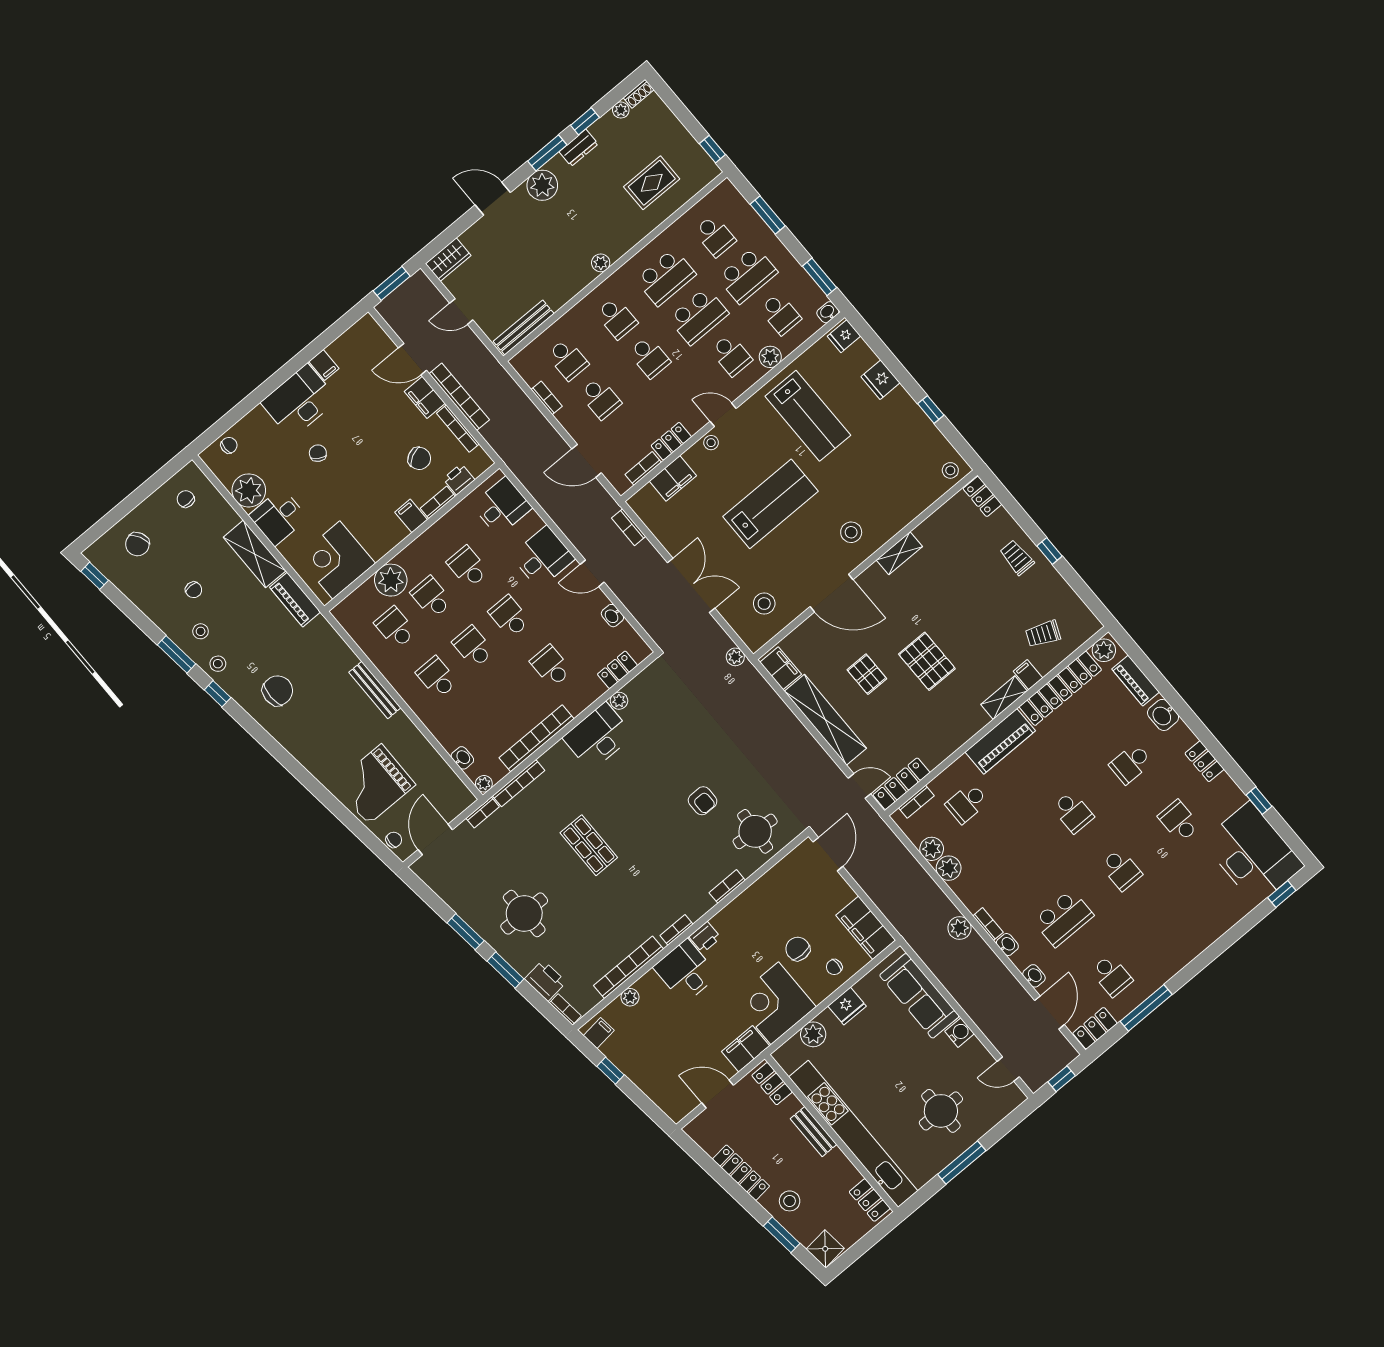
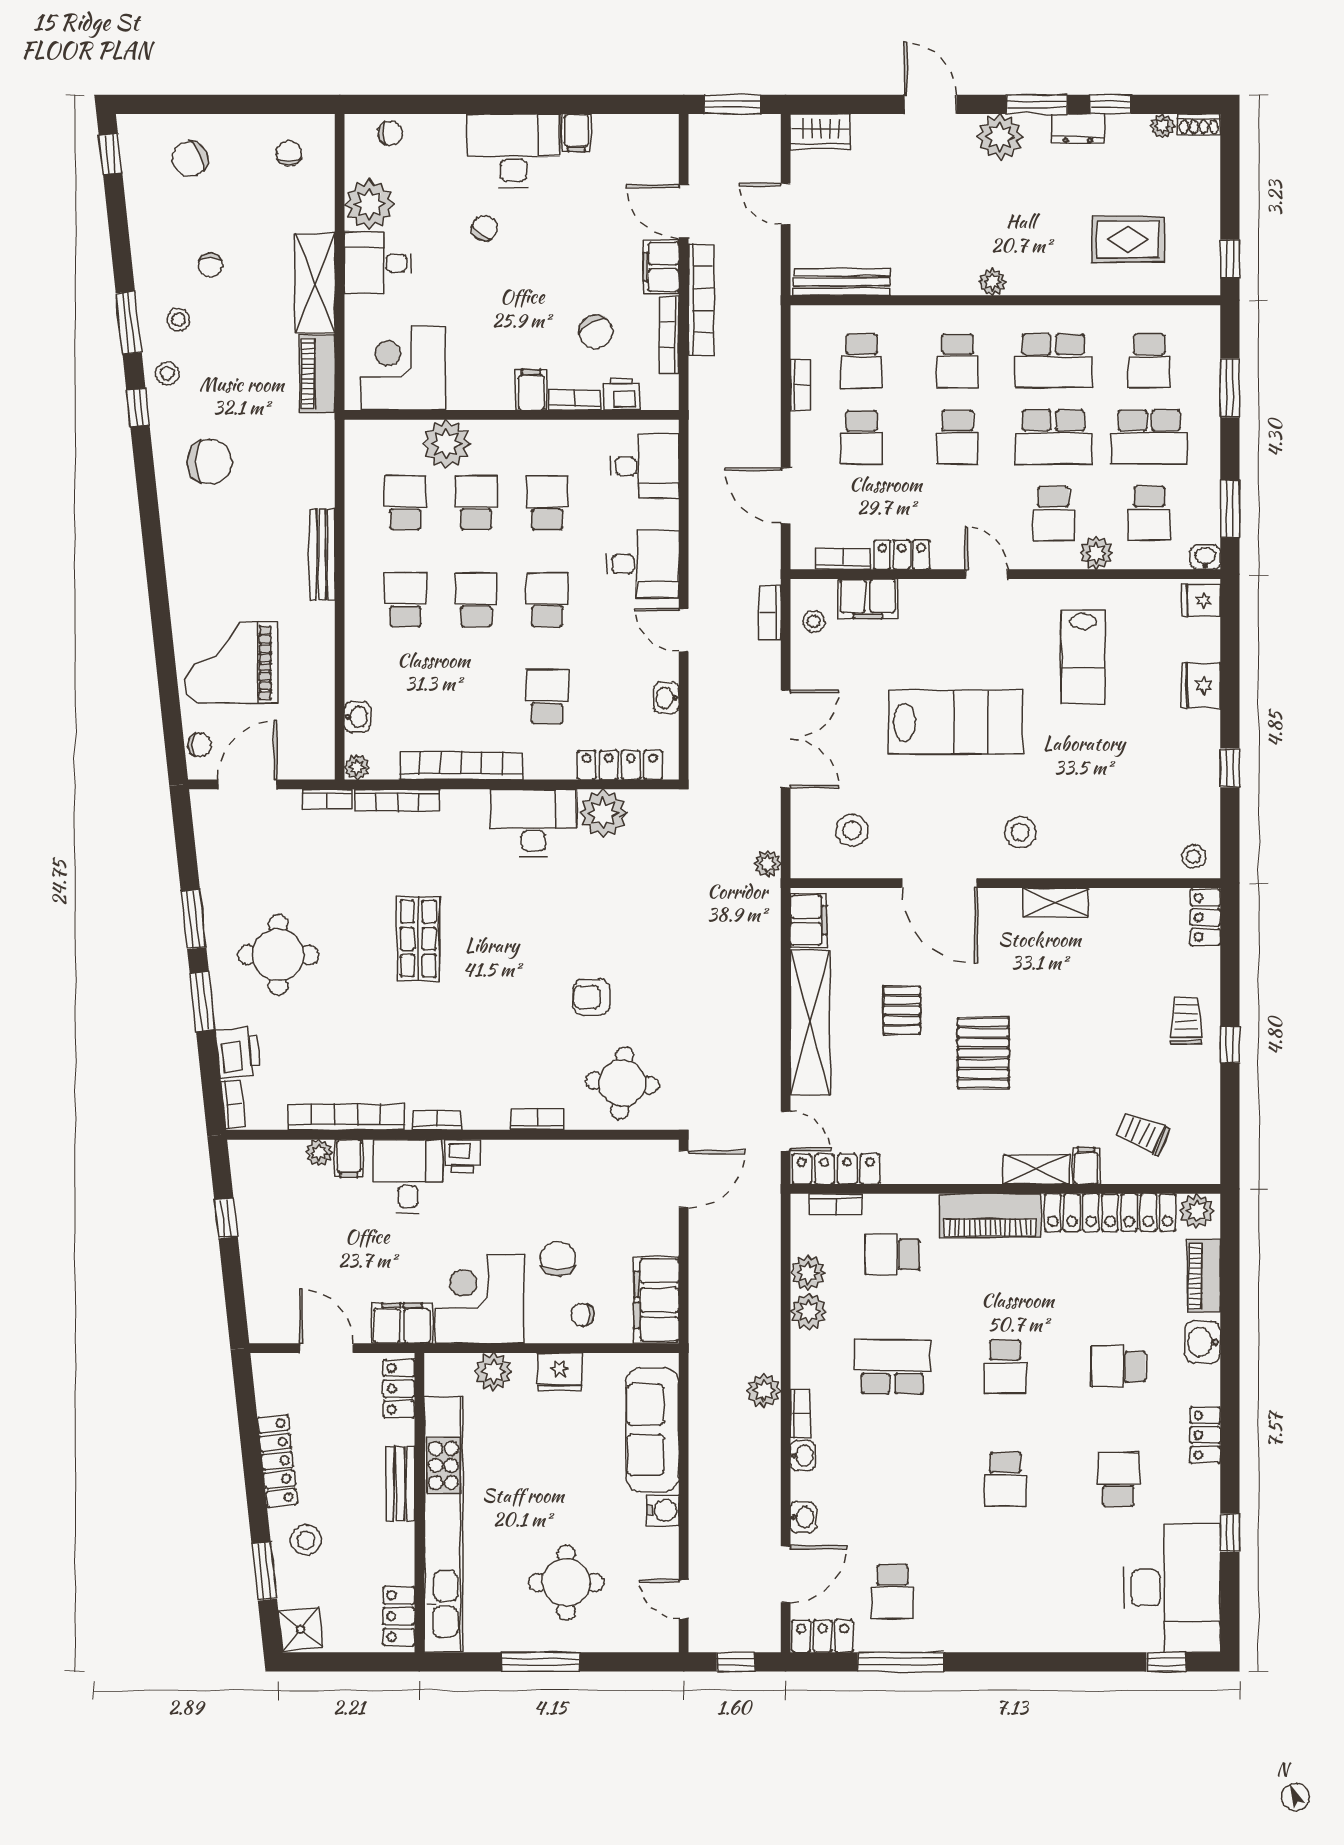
lab bench: (808, 416) -> (1083, 657), width x0.73, depth x0.72
stool: (711, 443) -> (814, 621), moved
locker: (617, 670) -> (620, 765), width x1.53
plant: (619, 701) -> (603, 813), width x1.88, depth x1.88
armchair: (703, 801) -> (591, 997), turned 90
school desk: (1063, 918) -> (892, 1367), moved, turned 180
filing cabinet: (599, 1033) -> (349, 1158), moved, turned 96

